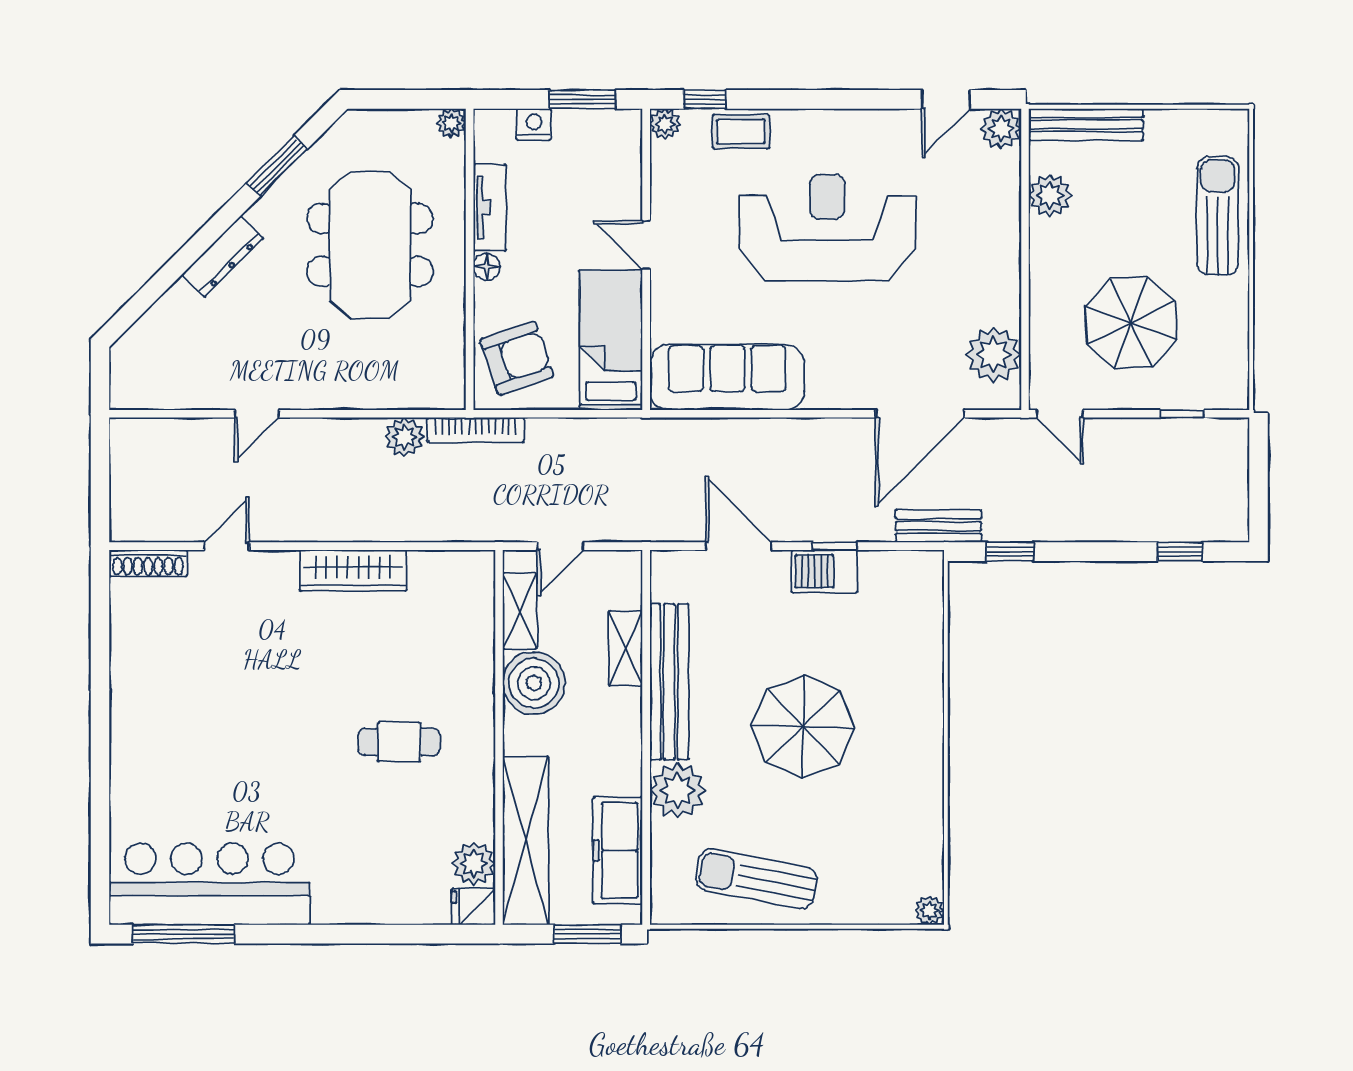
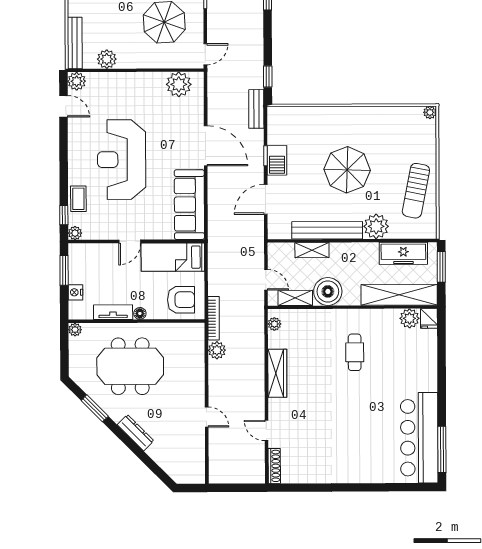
armchair: (517, 358) -> (181, 300), turned 109
door: (920, 414) -> (206, 146), moved
plant: (462, 564) -> (274, 324), added

